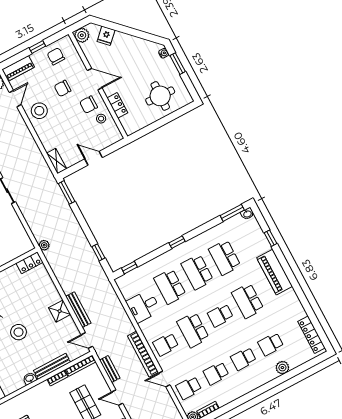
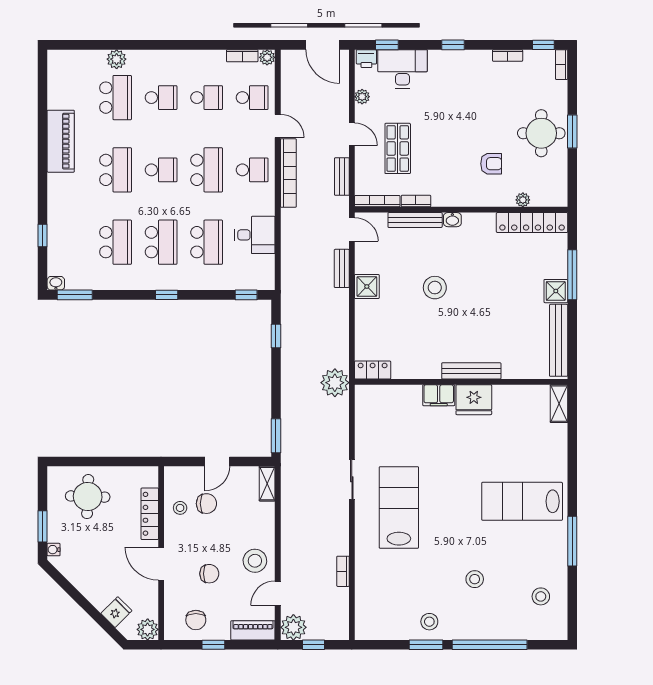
chair: (89, 105) -> (206, 504), moved
locker: (117, 105) -> (150, 514), width x1.53
door: (94, 158) -> (217, 462), hinge flipped
plant: (44, 245) -> (335, 383), width x1.88, depth x1.88
piano: (275, 272) -> (61, 141), moved
bench: (78, 310) -> (342, 268), width x0.73
locker: (311, 335) -> (56, 82), removed
school desk: (271, 344) -> (116, 98), width x1.85

